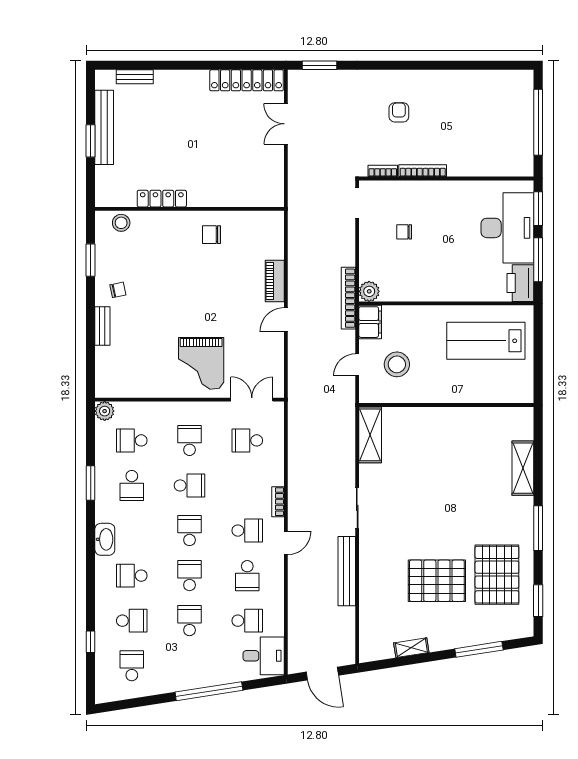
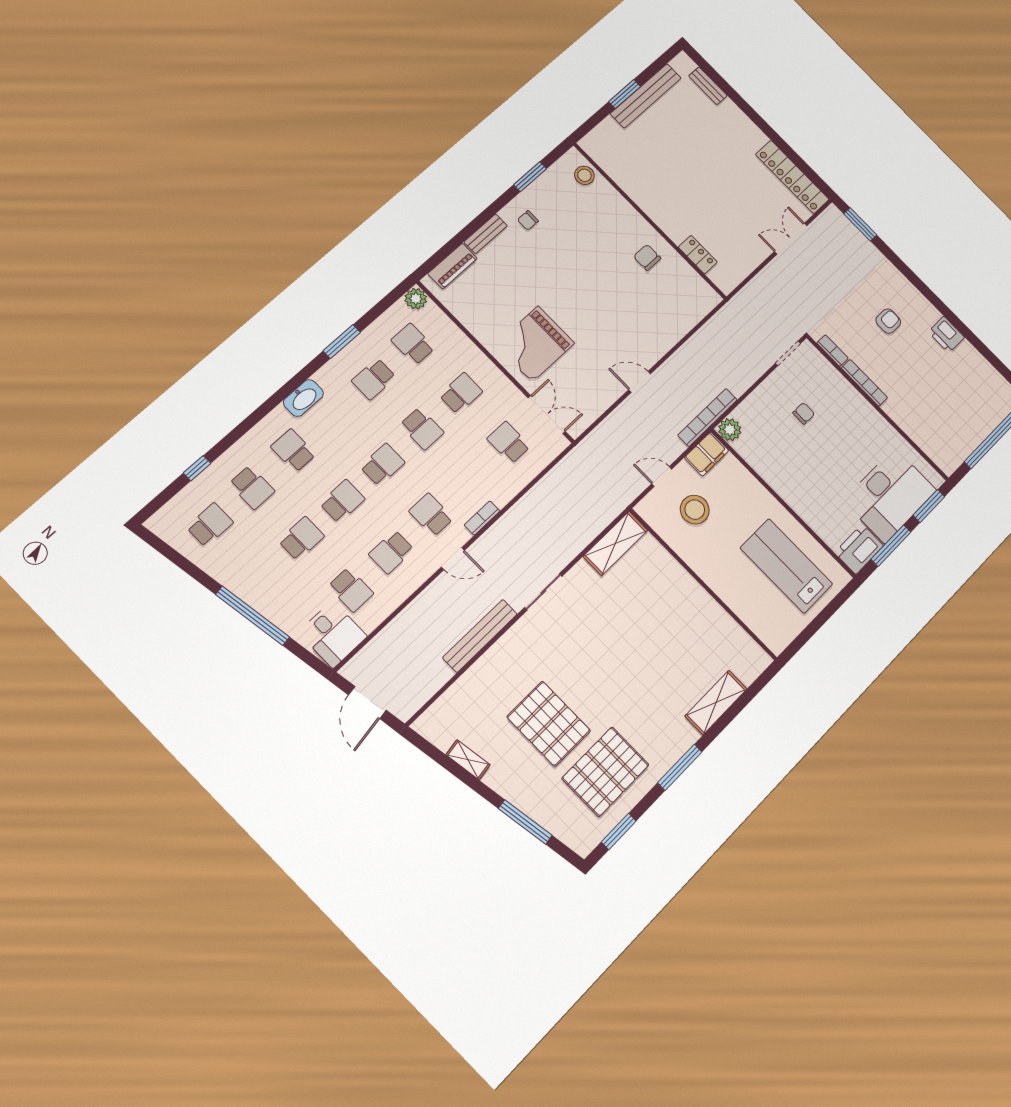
printer: (444, 81) -> (946, 335), added
locker: (162, 199) -> (698, 255), moved, width x0.66
chair: (404, 232) -> (804, 413), turned 90
piano: (275, 281) -> (452, 266), moved, turned 180
chair: (118, 290) -> (528, 220), turned 102
school desk: (247, 531) -> (431, 515), turned 180

